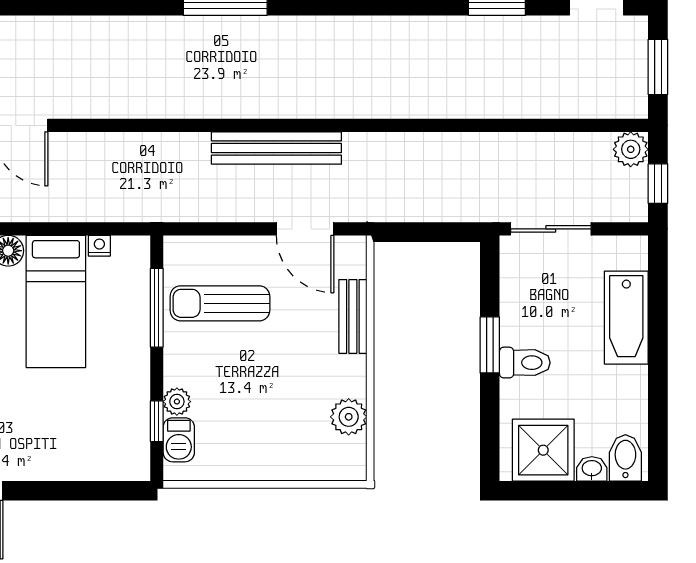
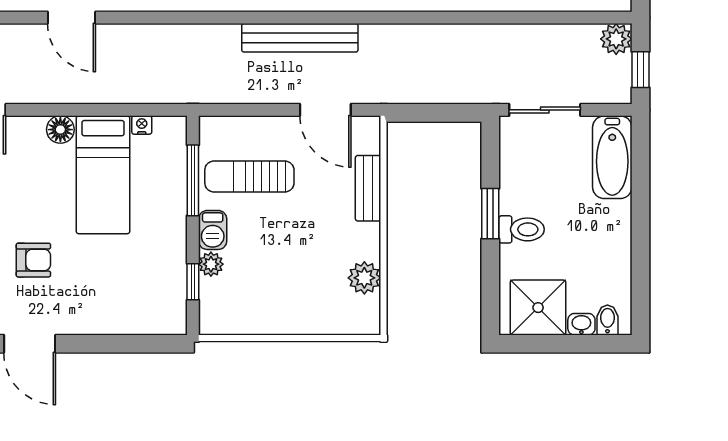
bathtub: (626, 318) -> (612, 157), moved
barbecue: (179, 440) -> (213, 230), moved
bidet: (625, 458) -> (607, 320), width x0.72, depth x0.74

